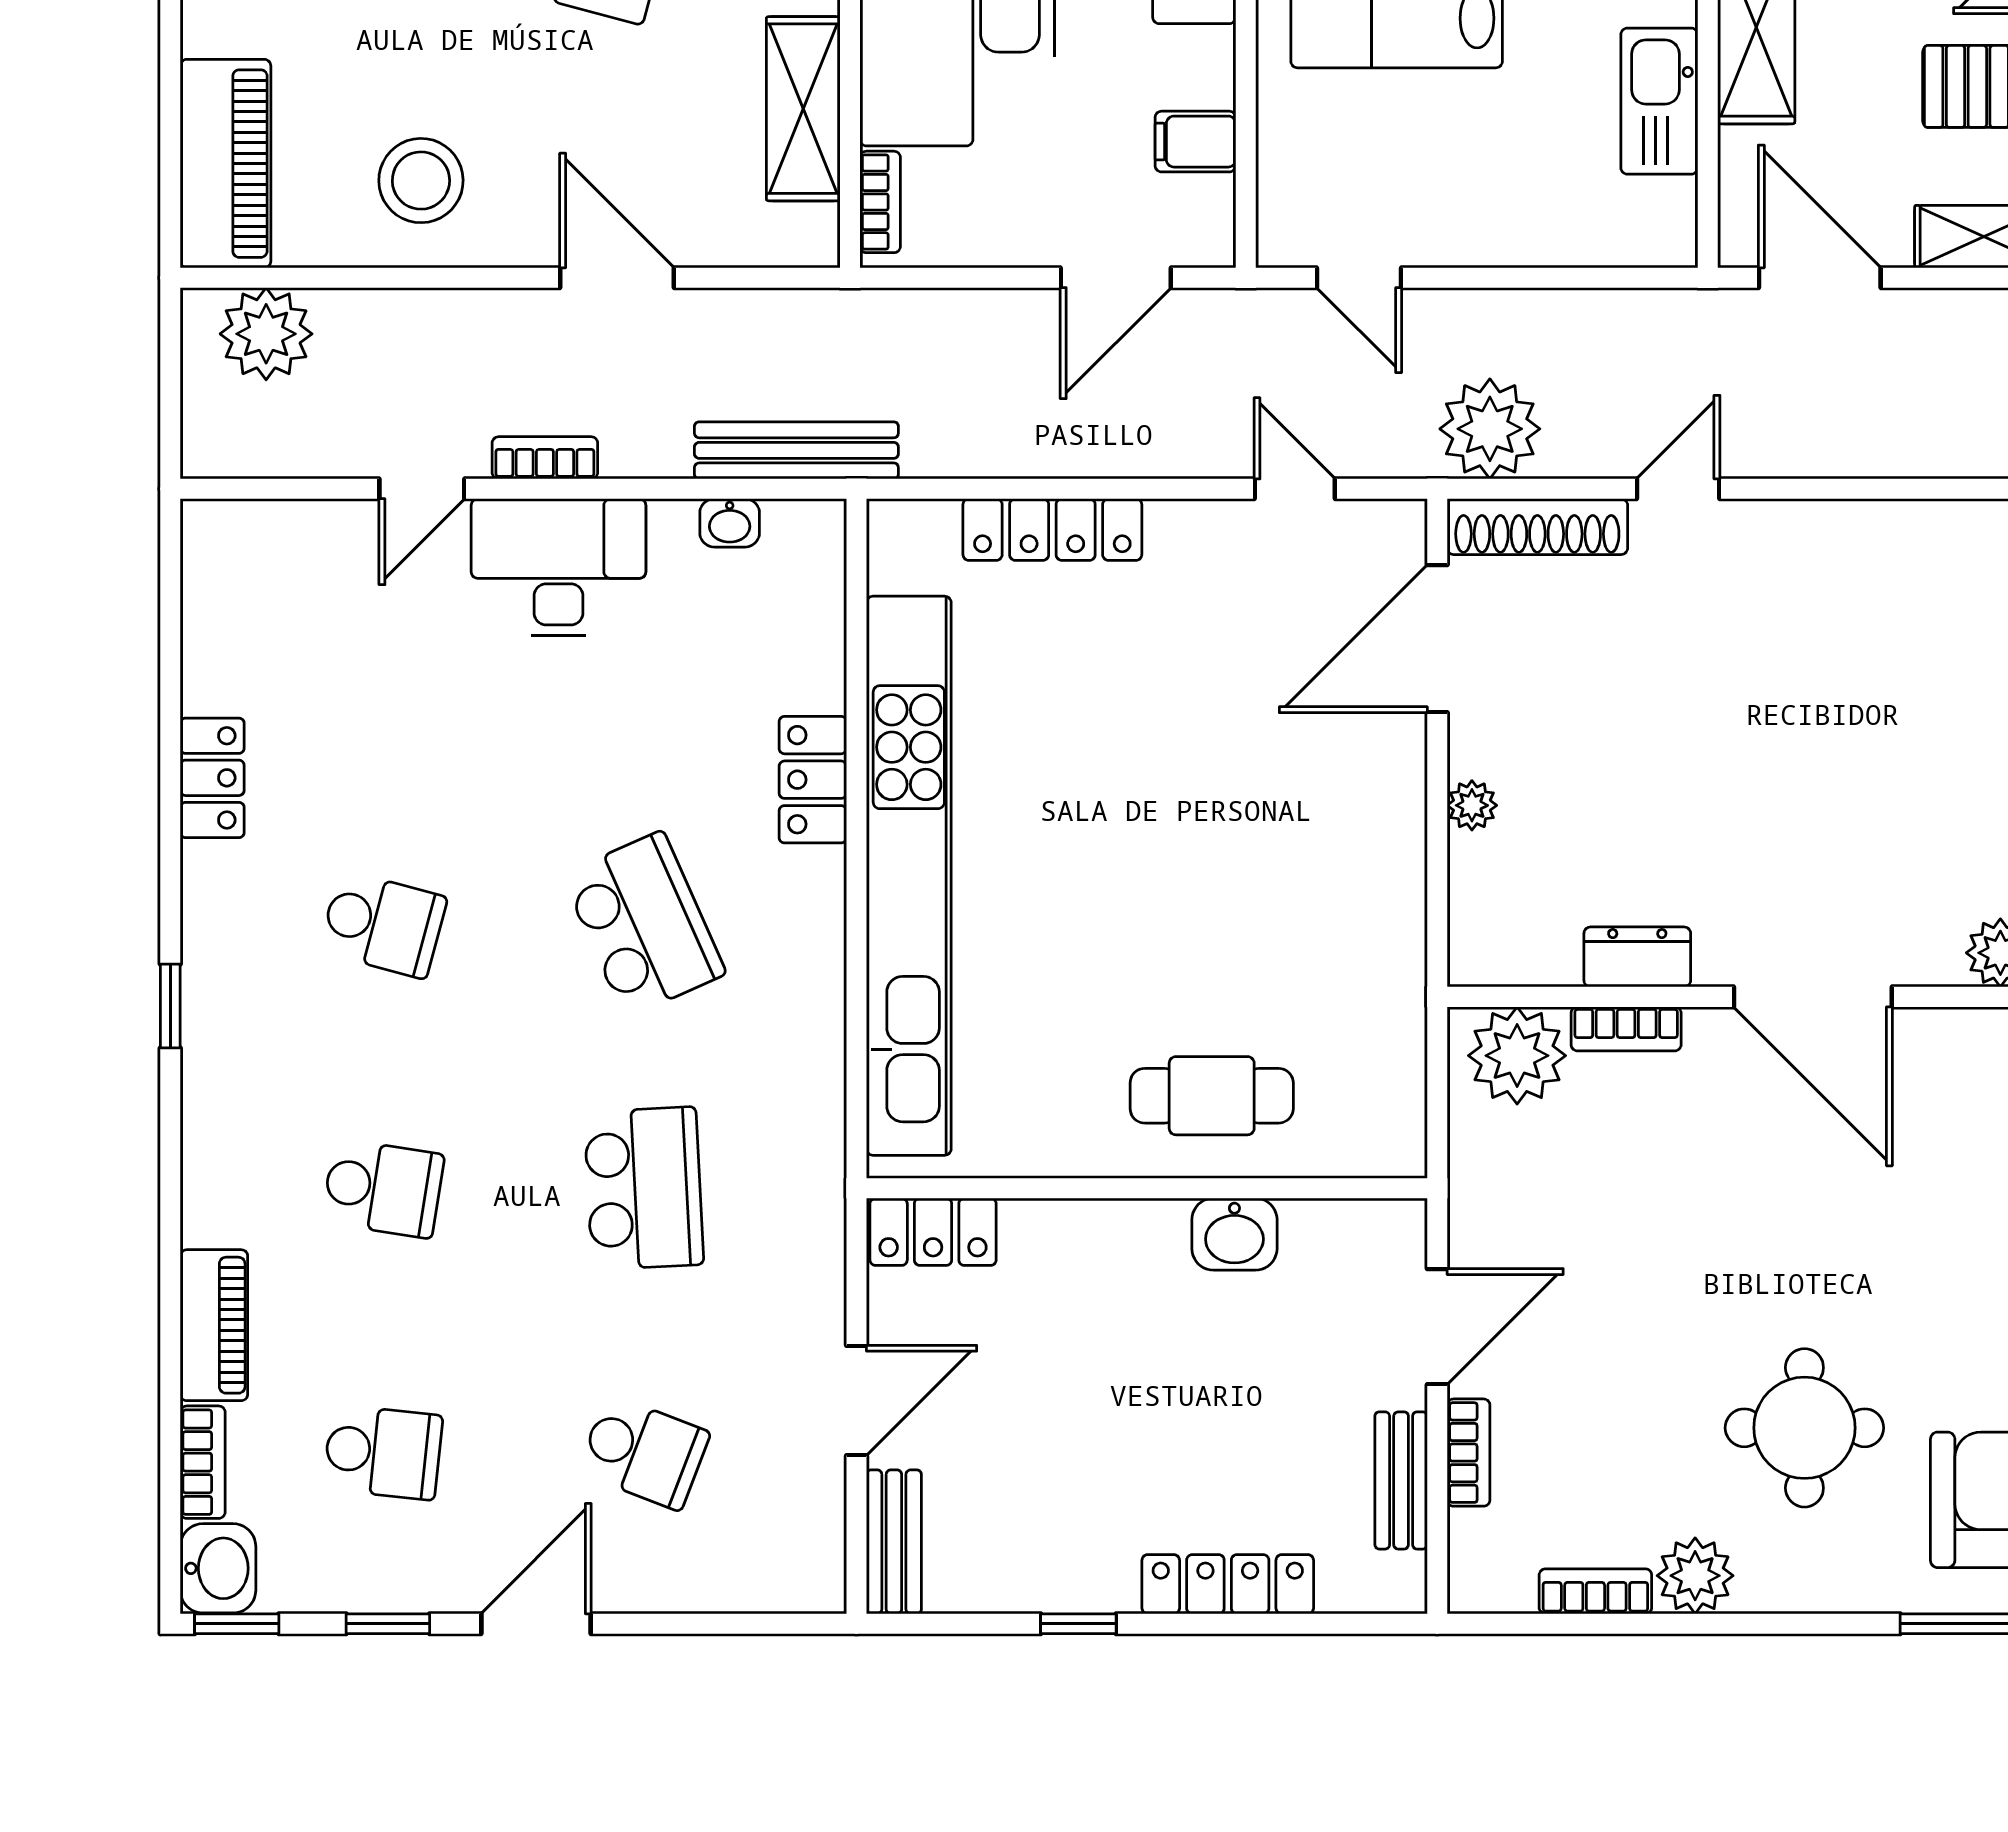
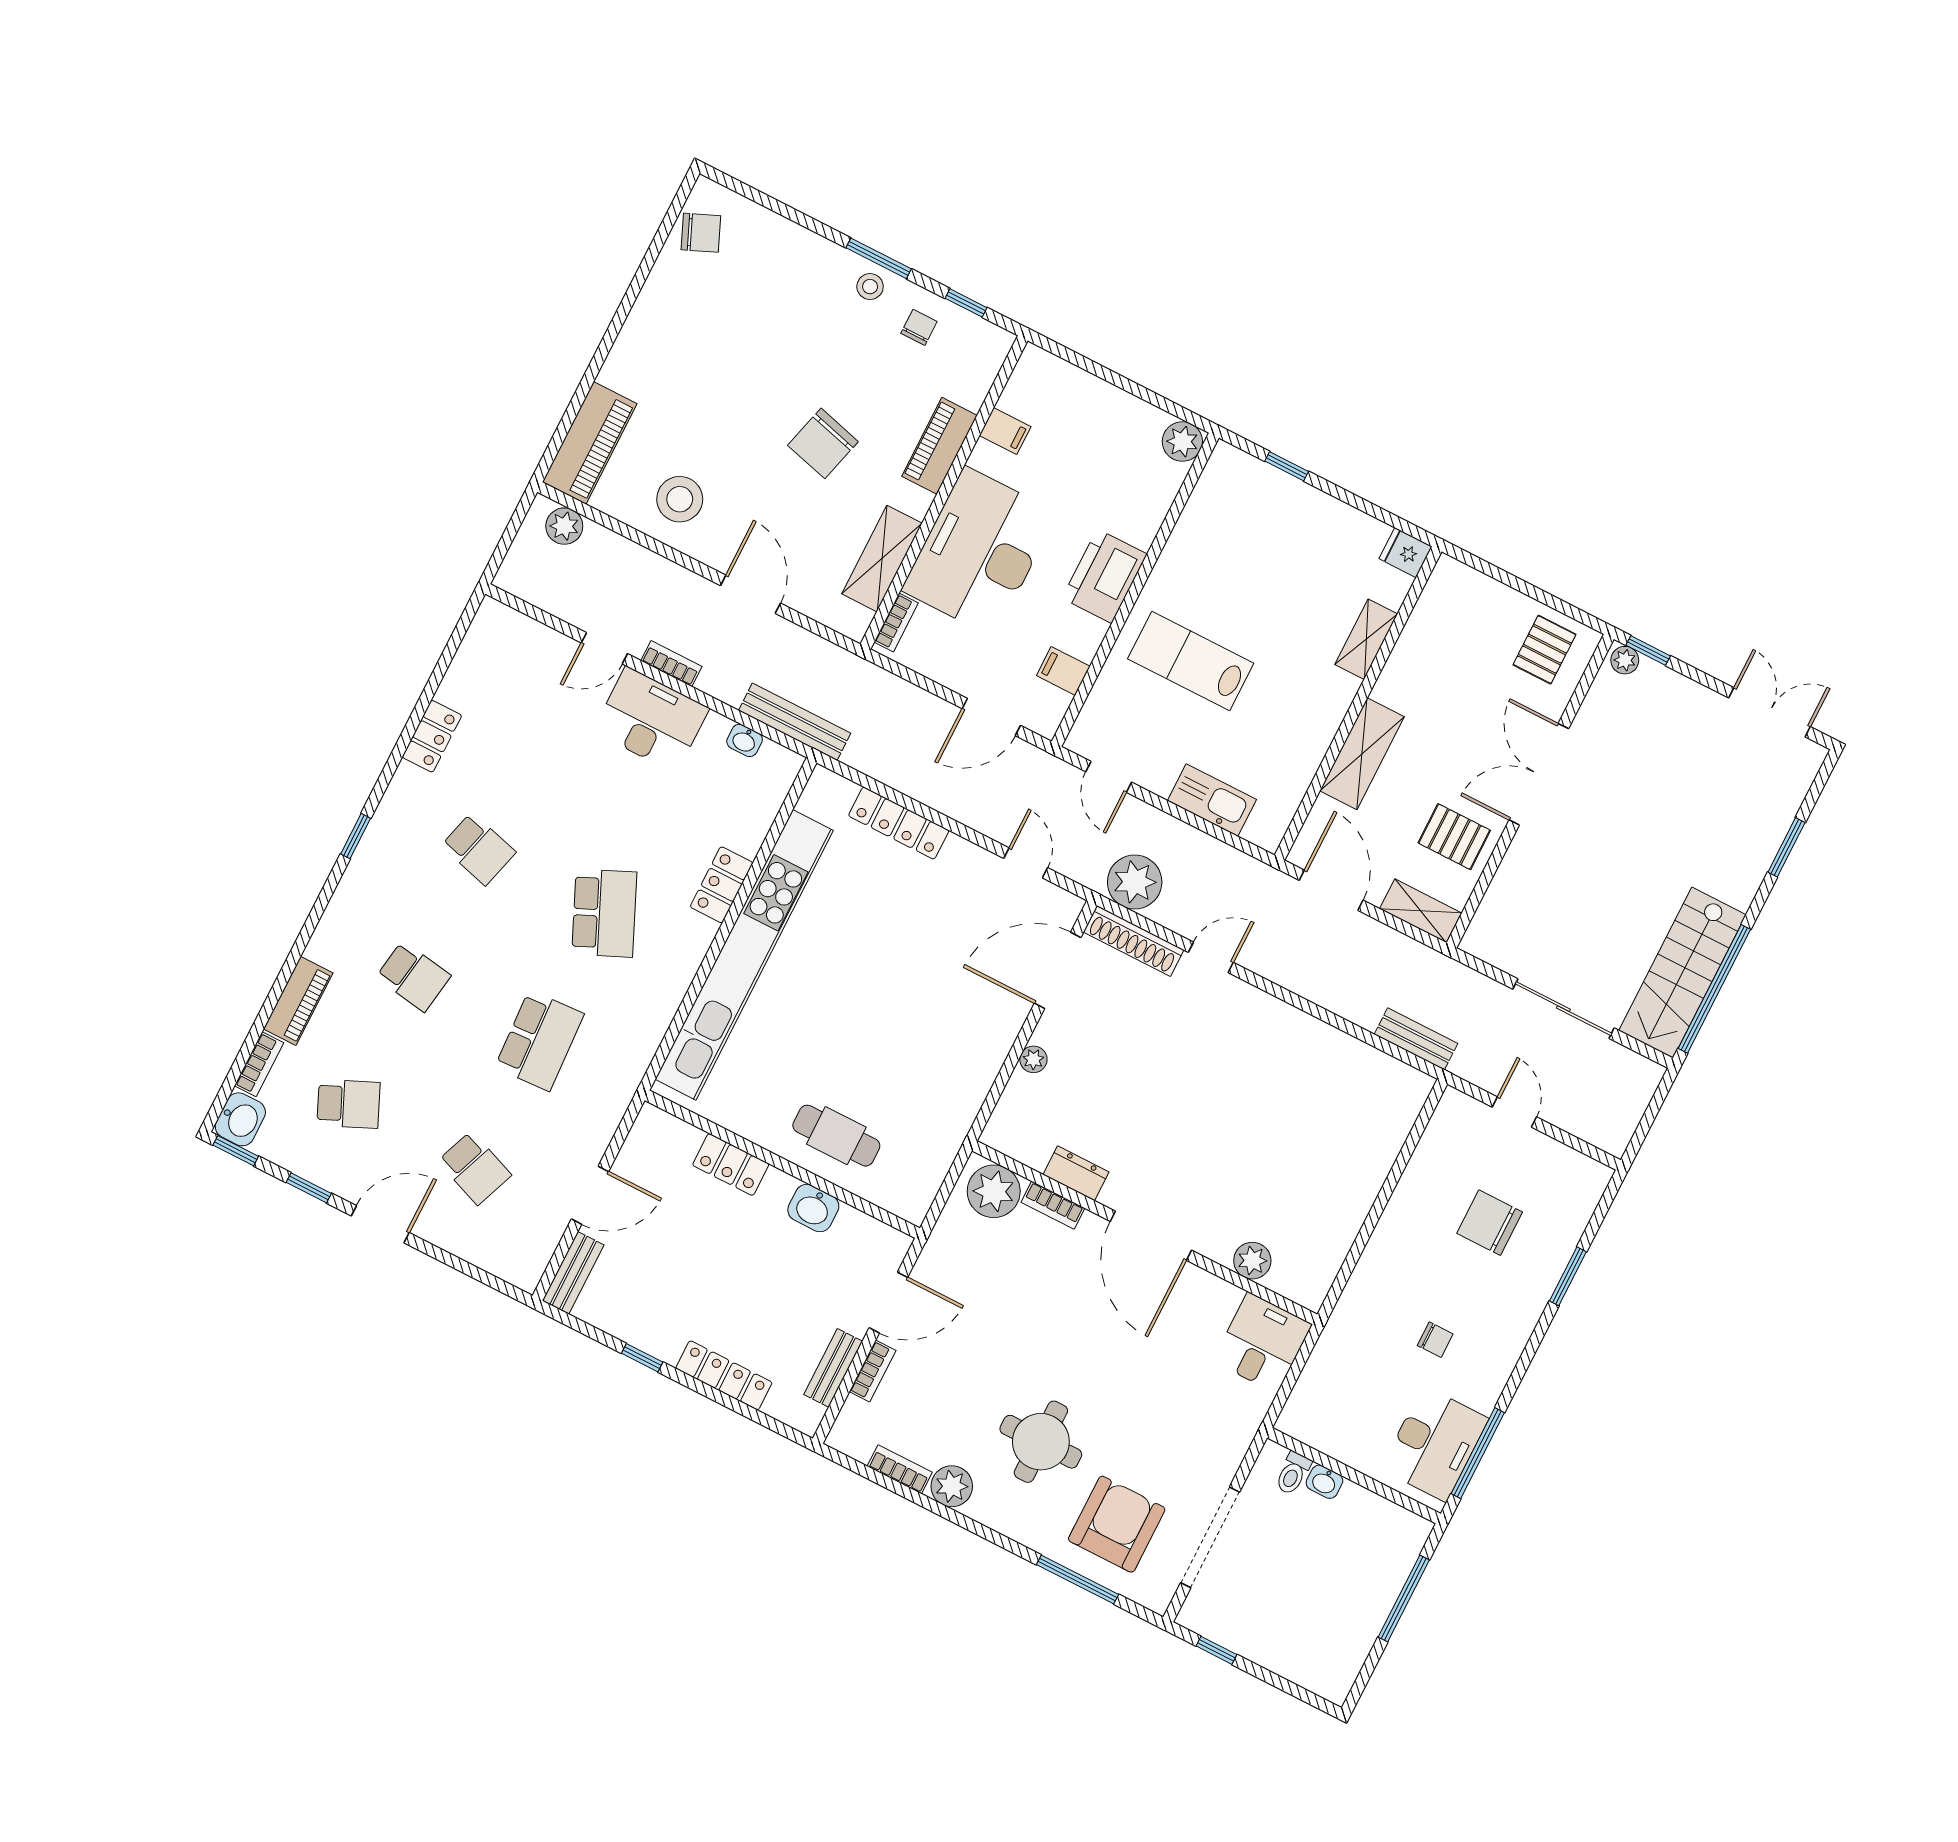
kitchen sink: (1659, 101) -> (1212, 800), moved, turned 90
plant: (266, 334) -> (564, 526), width x0.73, depth x0.73
locker: (933, 1232) -> (731, 1165), moved
school desk: (383, 1452) -> (349, 1104), turned -30

